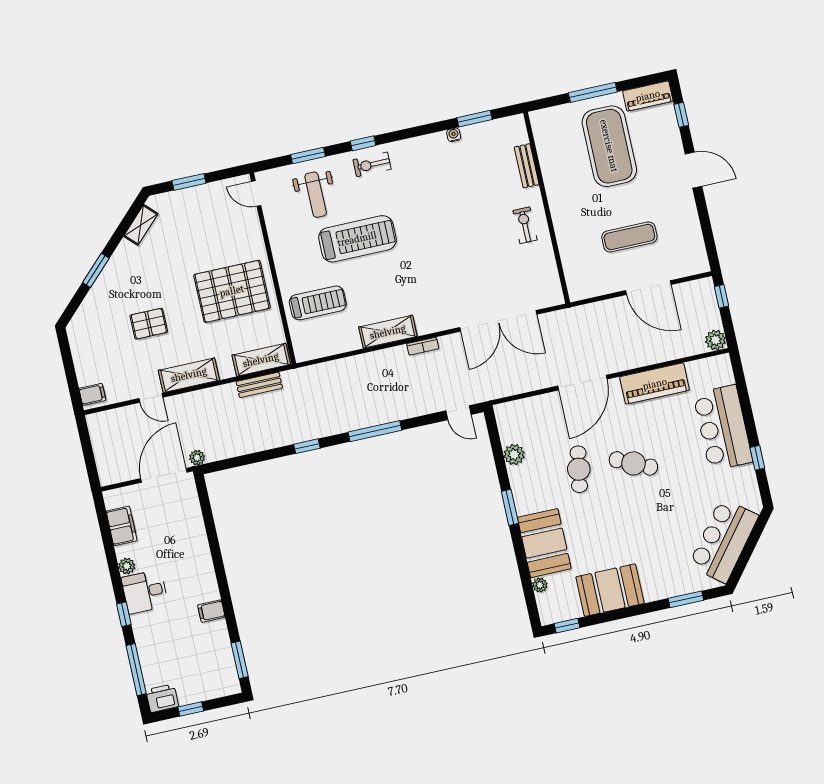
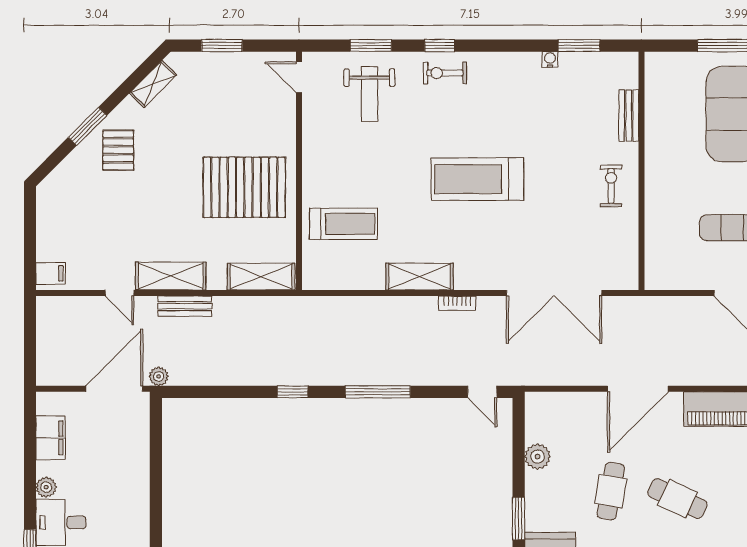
treadmill: (357, 239) -> (477, 179), moved, turned 180
pallet: (149, 324) -> (118, 150), moved, turned 90
bench: (259, 385) -> (185, 306), moved

